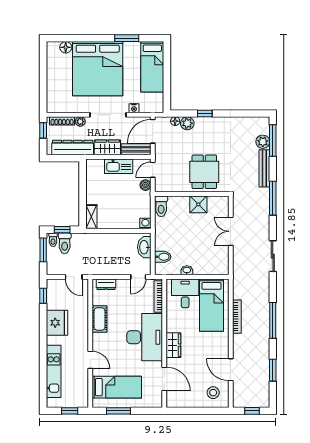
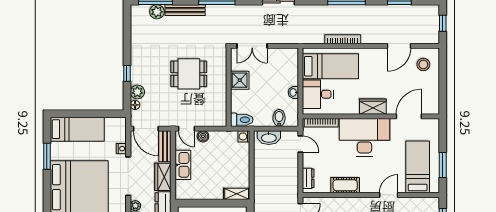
wall: (192, 194) -> (229, 87), moved
shower: (198, 204) -> (240, 80), moved
toilet: (161, 206) -> (242, 120), moved

